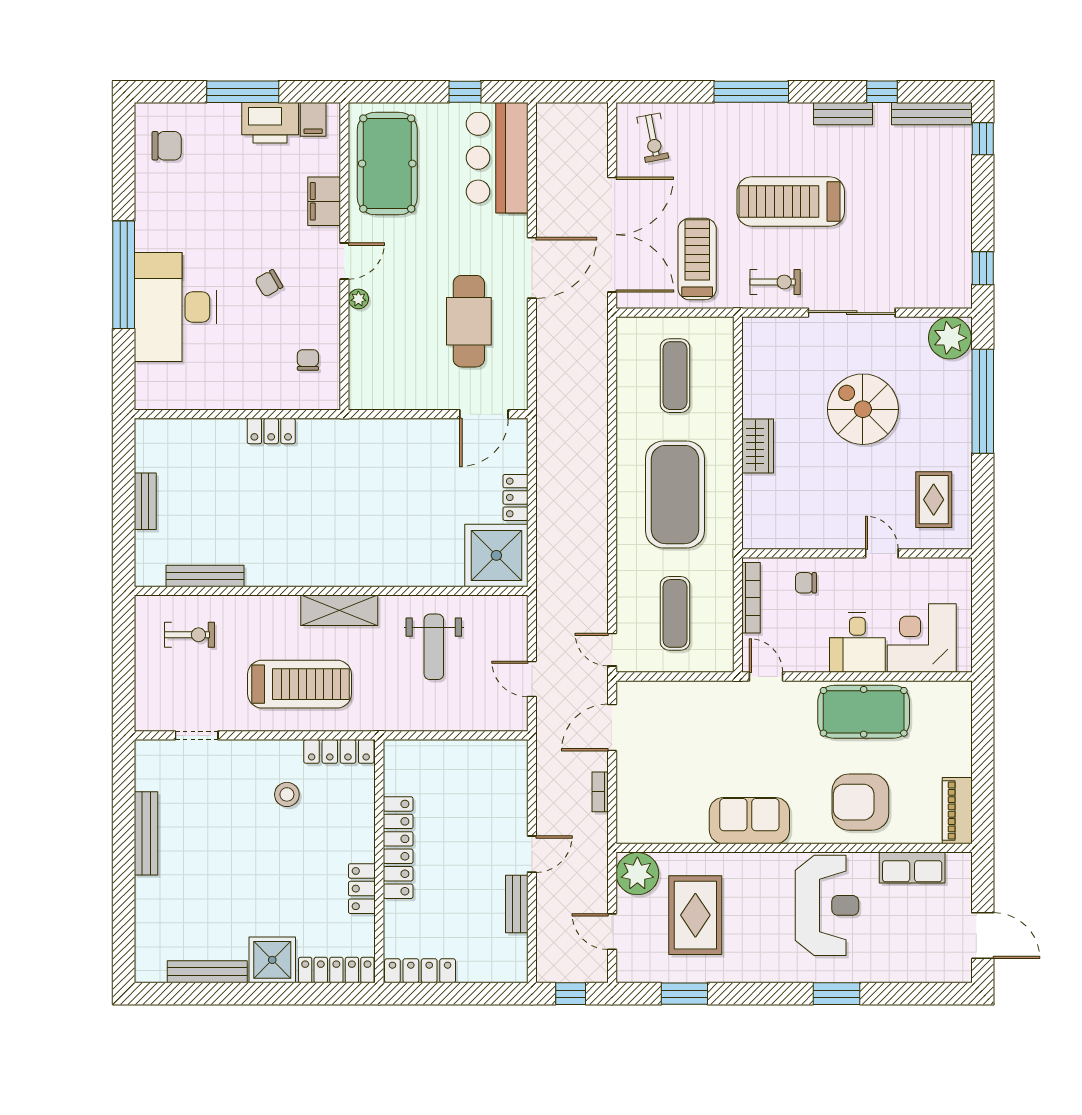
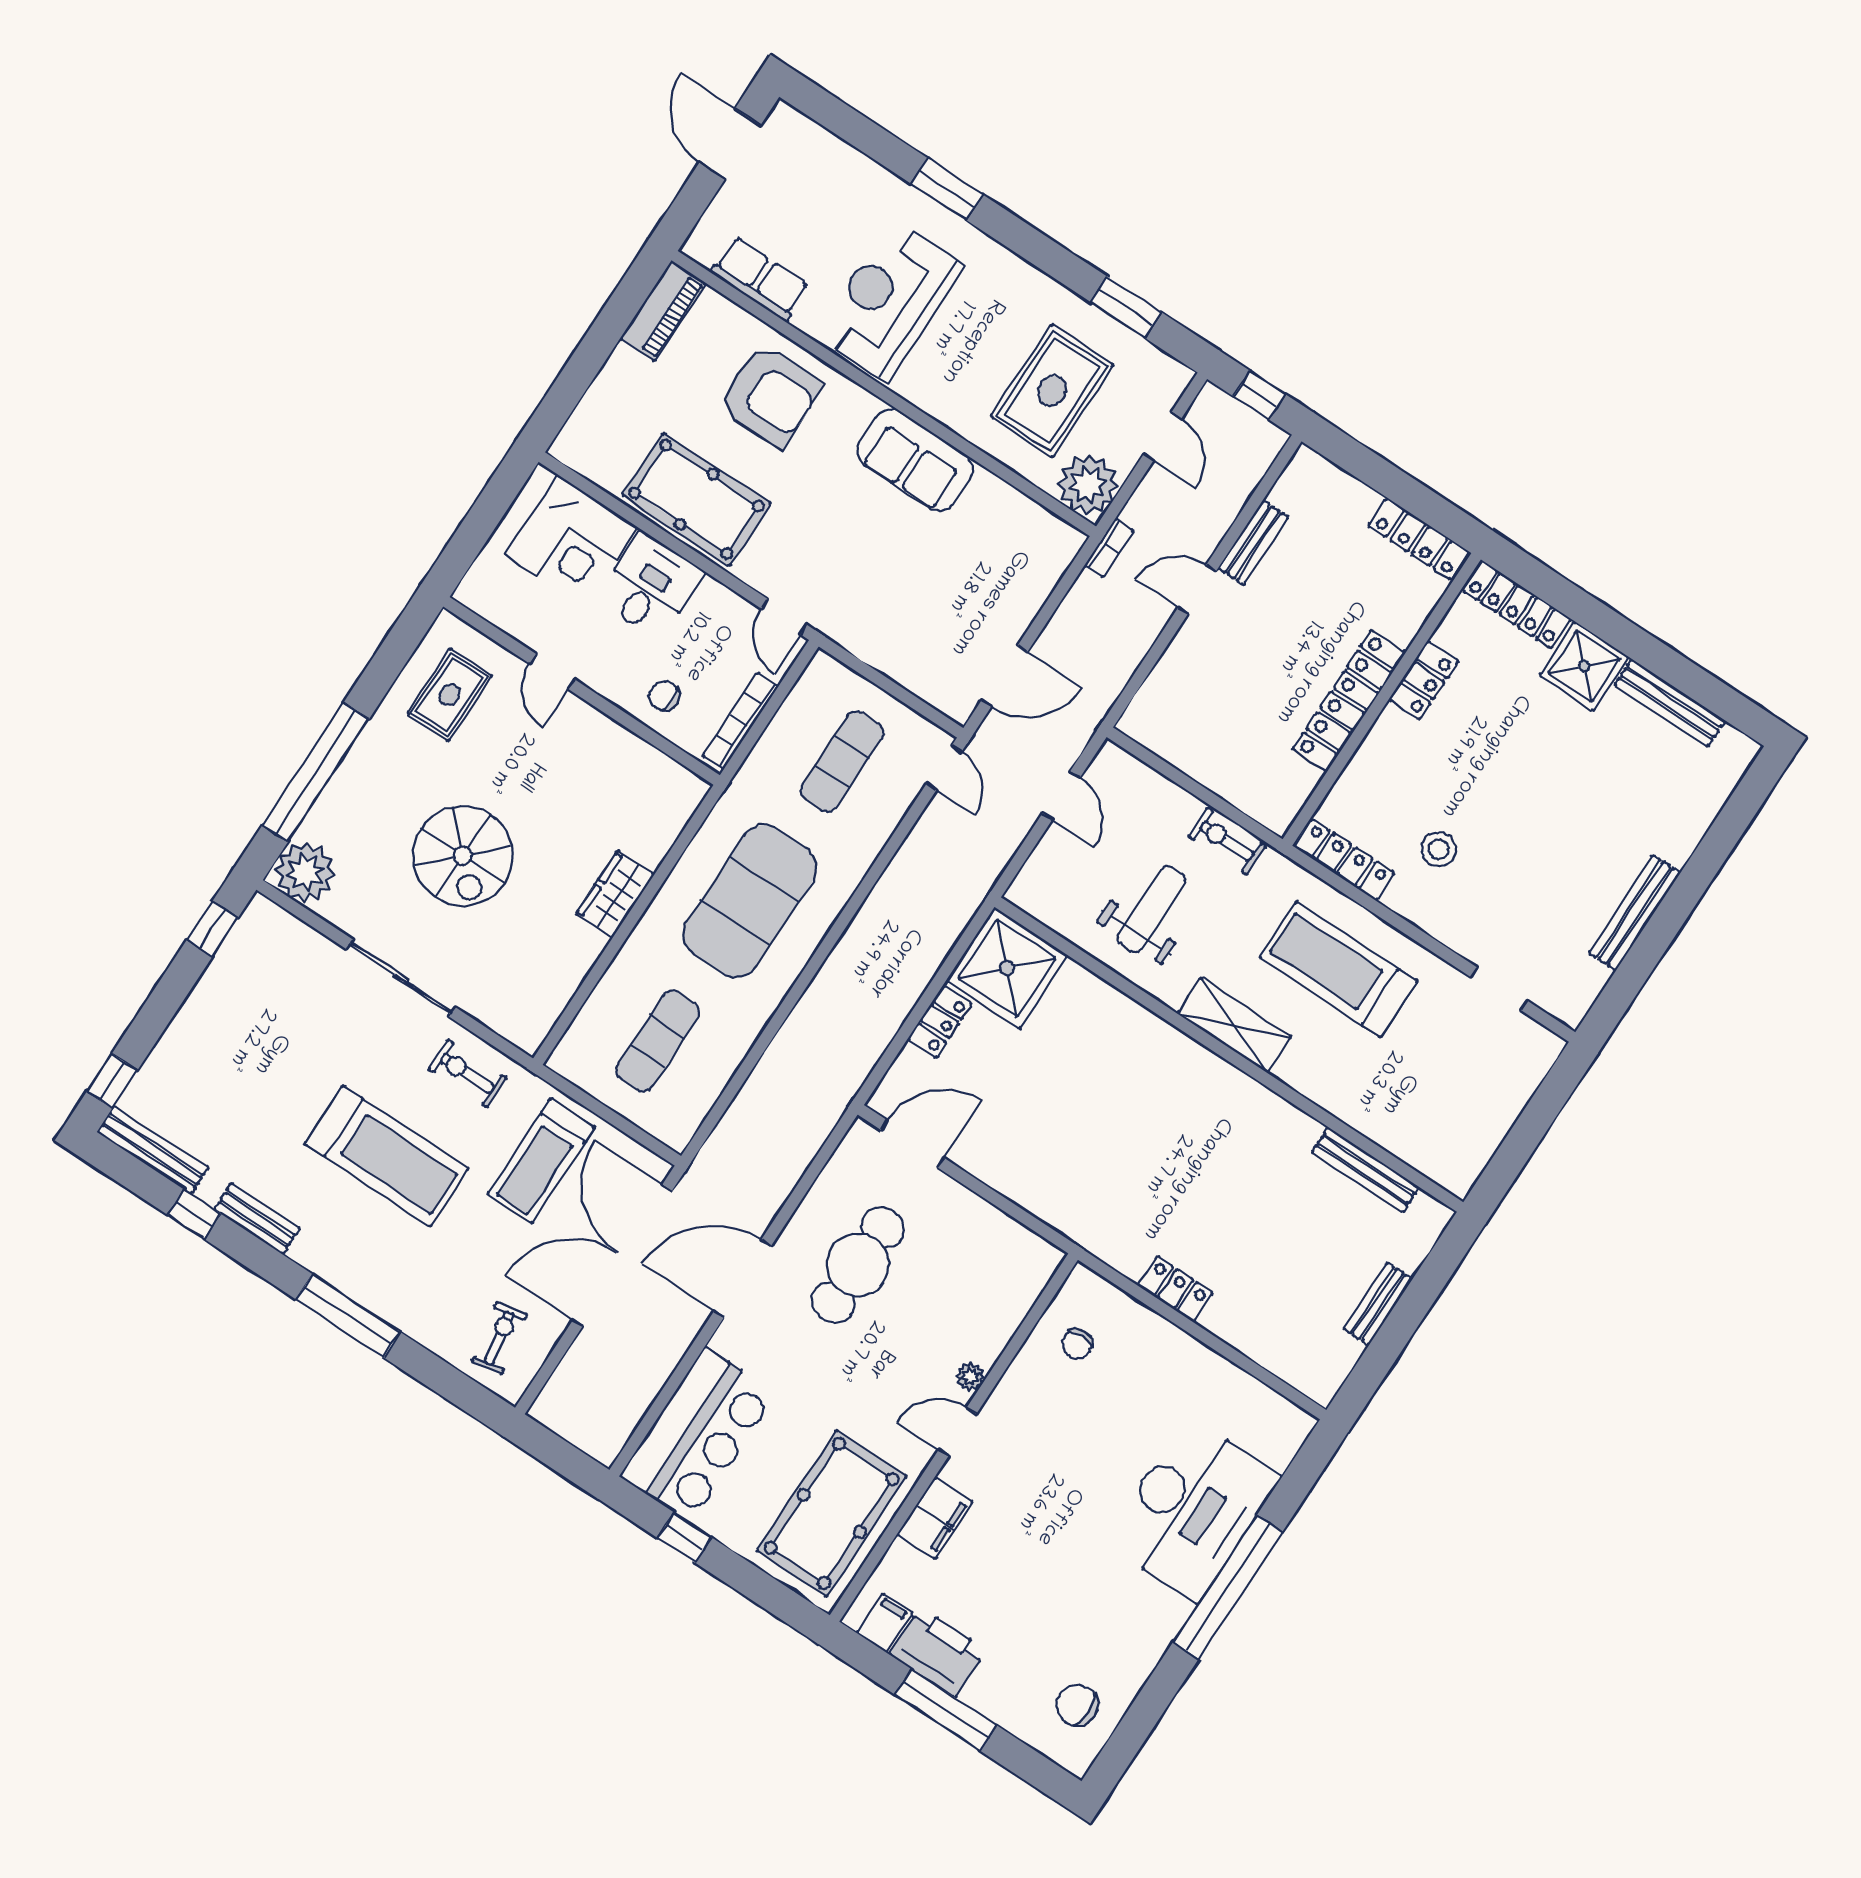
chair: (269, 283) -> (1064, 1464), removed
chair: (806, 583) -> (664, 696), turned 180
exercise bike: (190, 635) -> (1227, 841), moved
bookcase: (600, 792) -> (1109, 548), moved

